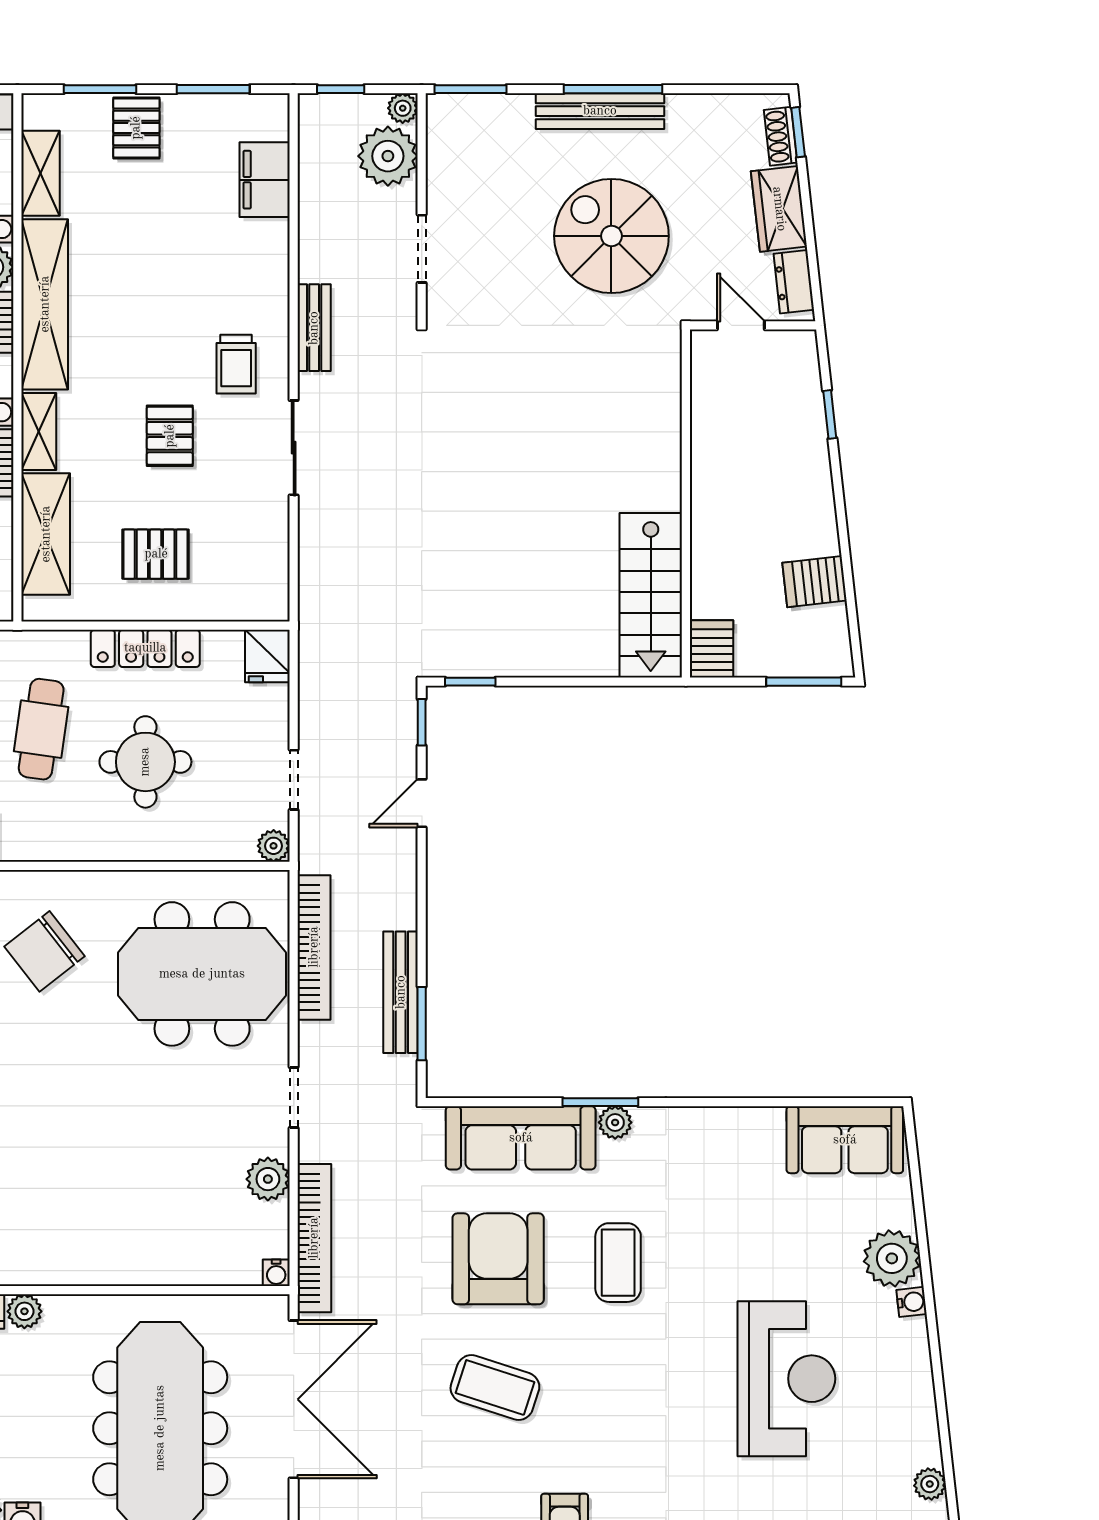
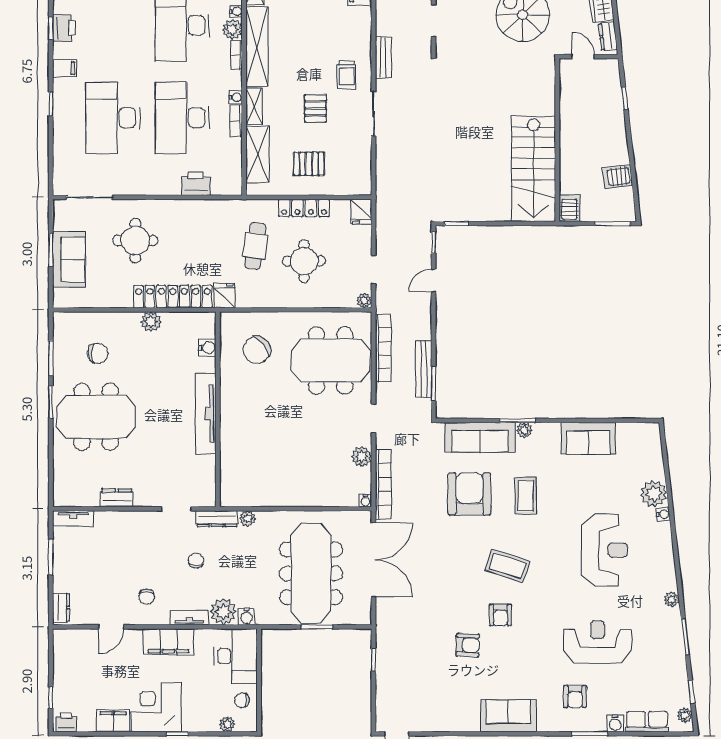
stairs: (651, 595) -> (534, 169), width x1.36, depth x1.51
sofa: (845, 1140) -> (588, 438), moved
coffee table: (495, 1387) -> (507, 566), moved

